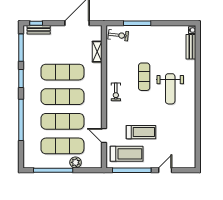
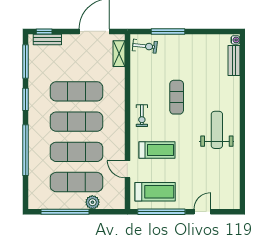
shelving: (97, 52) -> (119, 54), moved
weight bench: (170, 89) -> (217, 130), moved, turned 180
treadmill: (141, 132) -> (157, 150), moved

